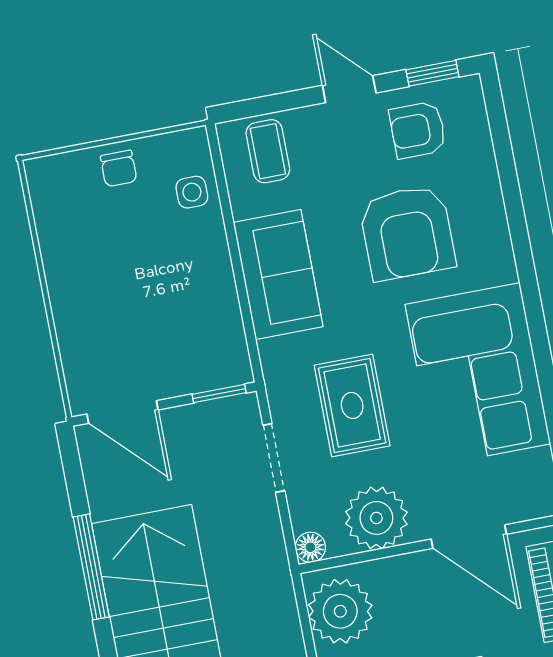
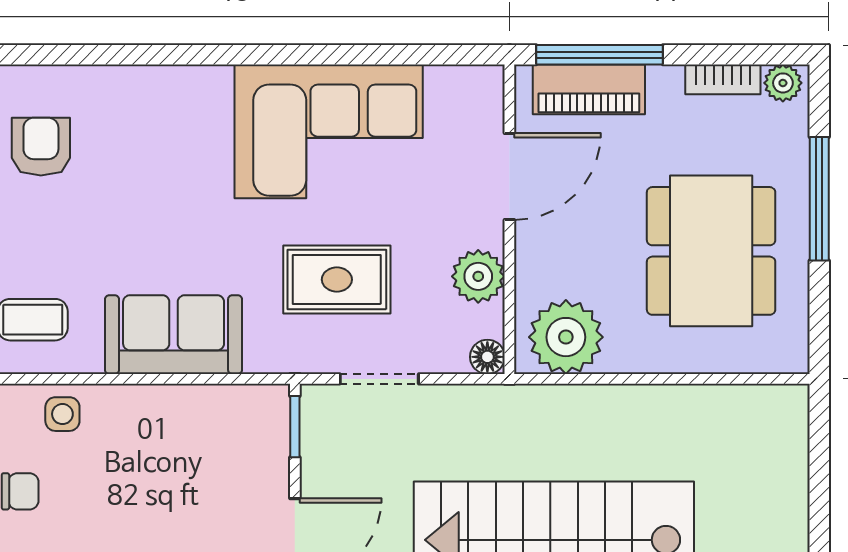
armchair: (418, 130) -> (41, 147), turned 180
armchair: (407, 233) -> (154, 181), removed
plant: (376, 518) -> (478, 276), width x0.73, depth x0.73

